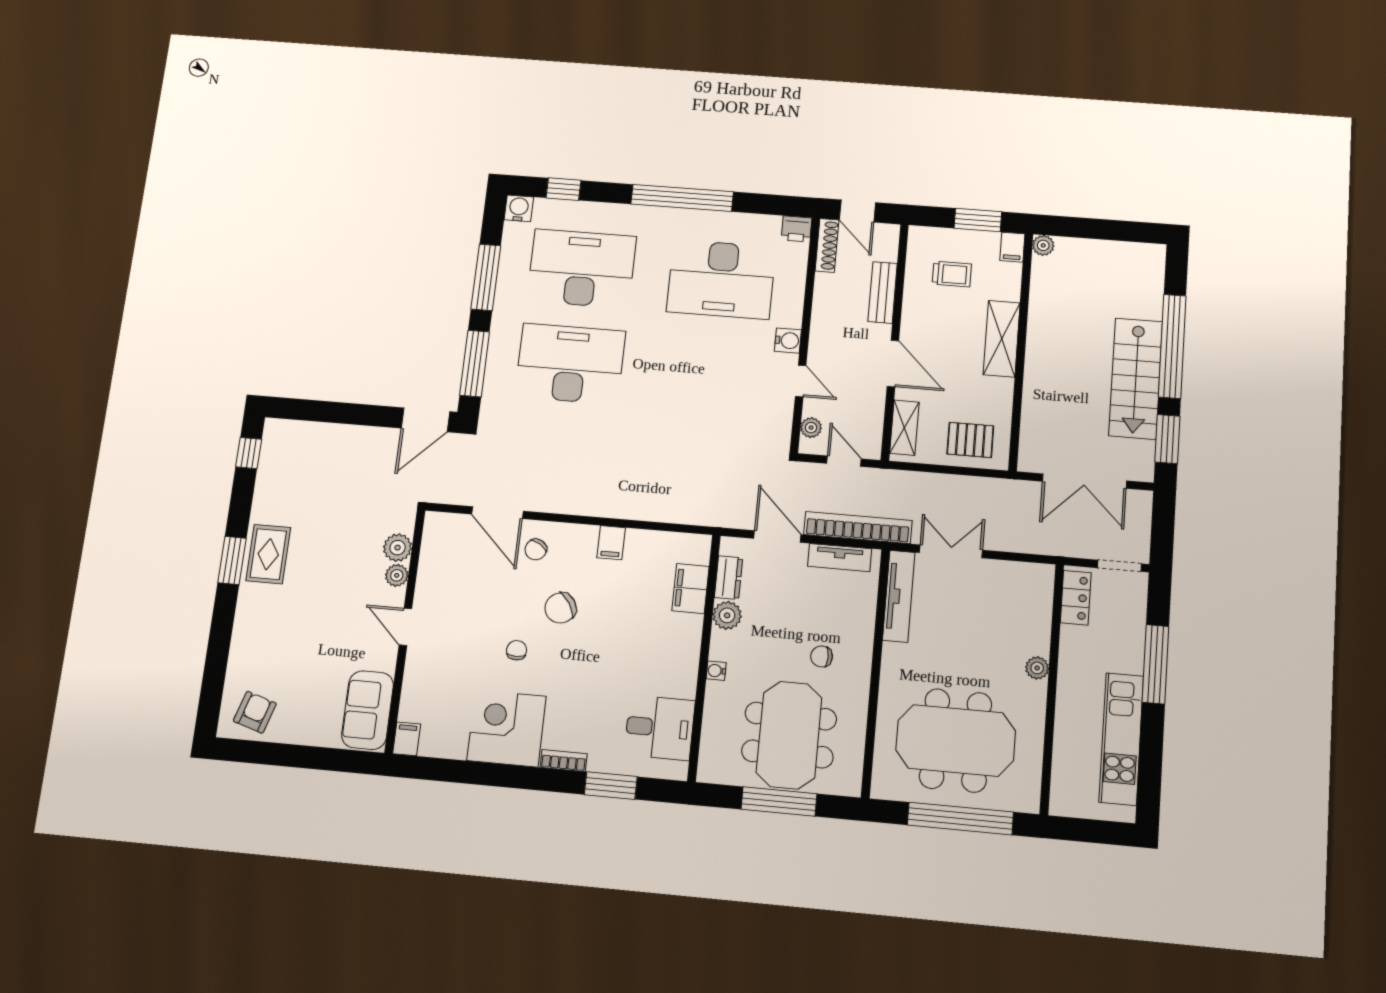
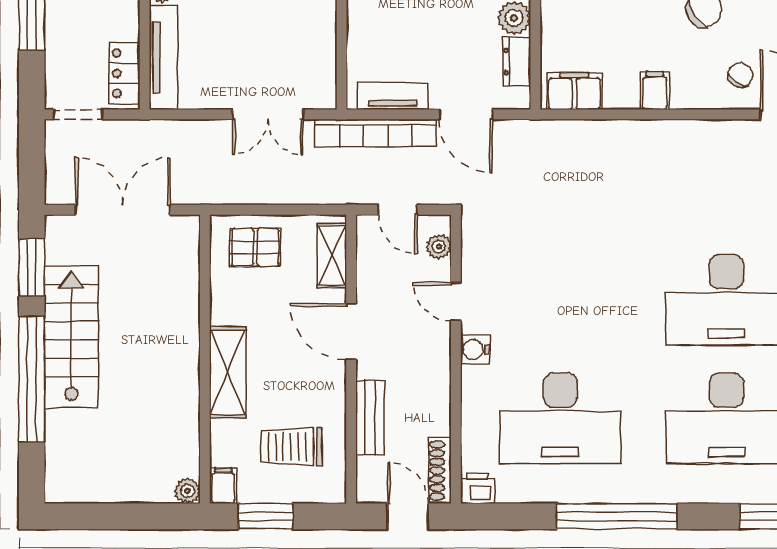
trolley: (952, 274) -> (291, 447), width x1.36, depth x1.39
desk: (721, 279) -> (560, 418), turned 180
filing cabinet: (691, 589) -> (574, 91), moved, turned -90
tv unit: (899, 596) -> (163, 57), moved, turned 180

